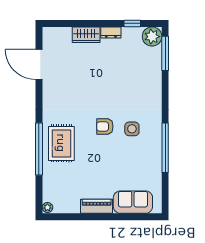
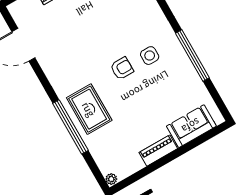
armchair: (105, 126) -> (122, 68), turned 180

